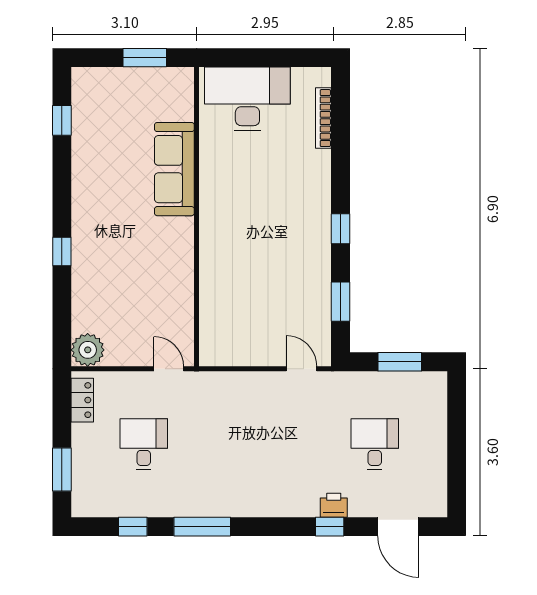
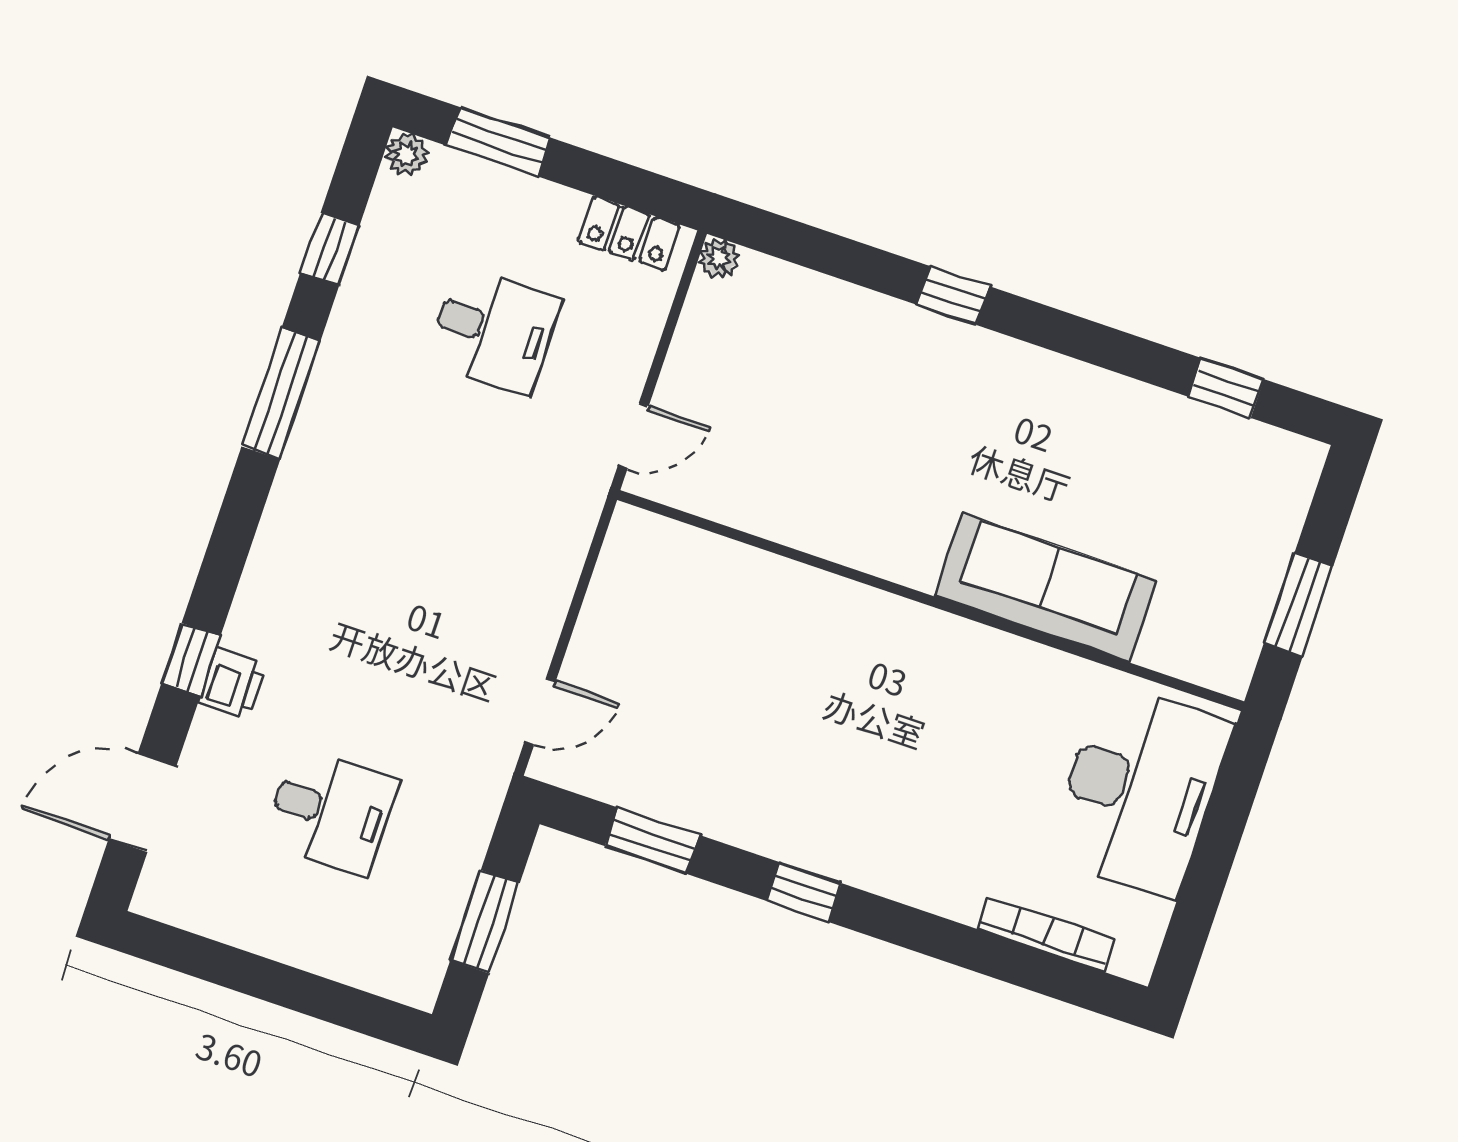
plant: (88, 350) -> (719, 258), width x0.53, depth x0.53
plant: (81, 508) -> (406, 154), added

